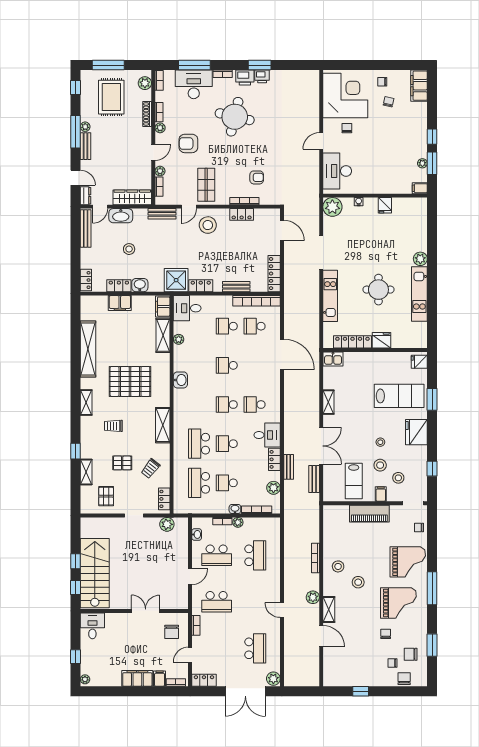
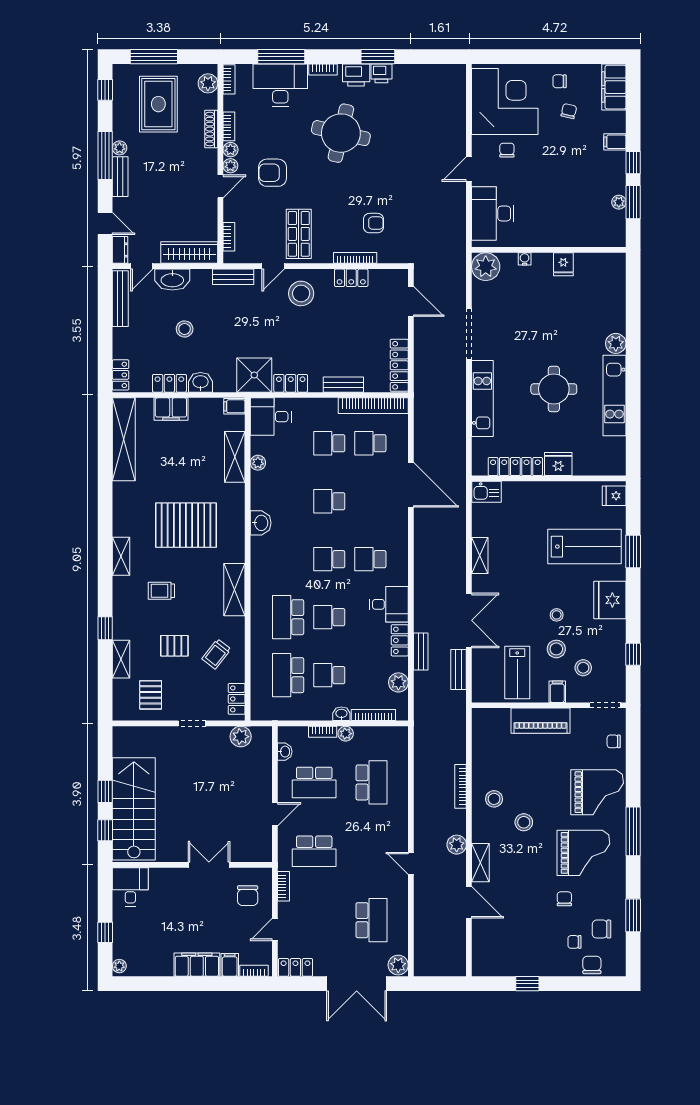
plant: (160, 171) -> (230, 166), moved
filing cabinet: (420, 188) -> (615, 142), moved
filing cabinet: (163, 307) -> (234, 406), width x0.50
shelving: (88, 349) -> (124, 439), moved

